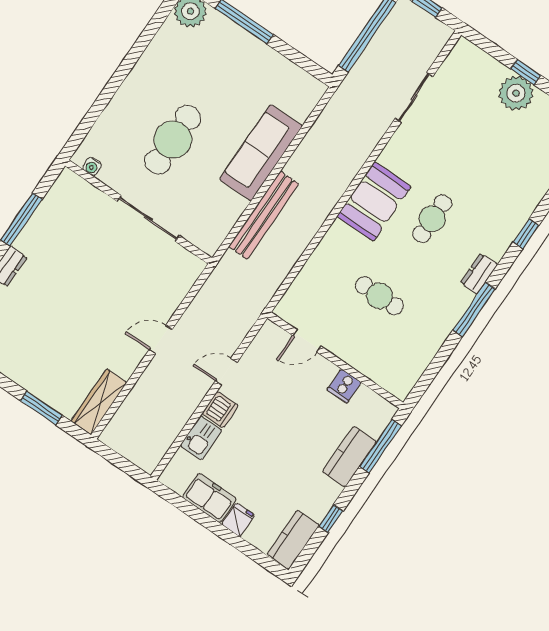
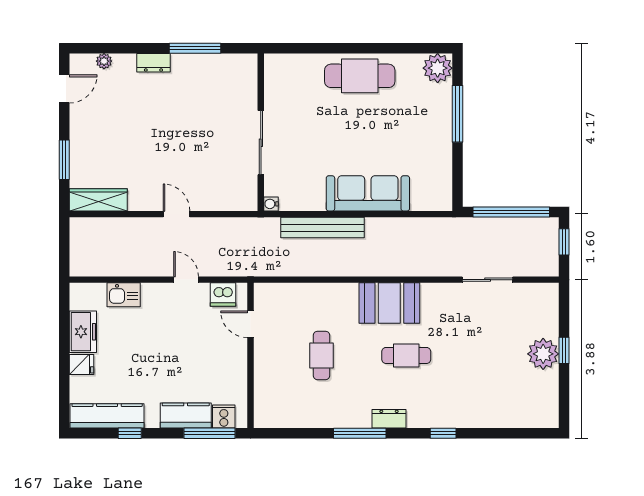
cafe table: (173, 140) -> (360, 76), moved
water cooler: (92, 166) -> (271, 204), moved
cooker: (344, 386) -> (224, 416), moved, turned 90
dishwasher: (220, 410) -> (223, 295), moved
kitchen counter: (293, 540) -> (107, 416), width x1.50

